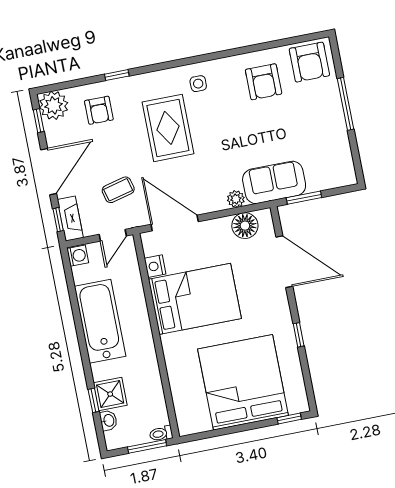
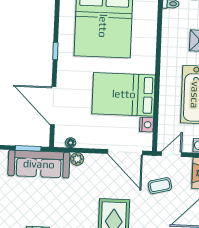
sofa: (274, 182) -> (39, 164), width x1.36
floor lamp: (245, 226) -> (71, 143), width x0.53, depth x0.53

